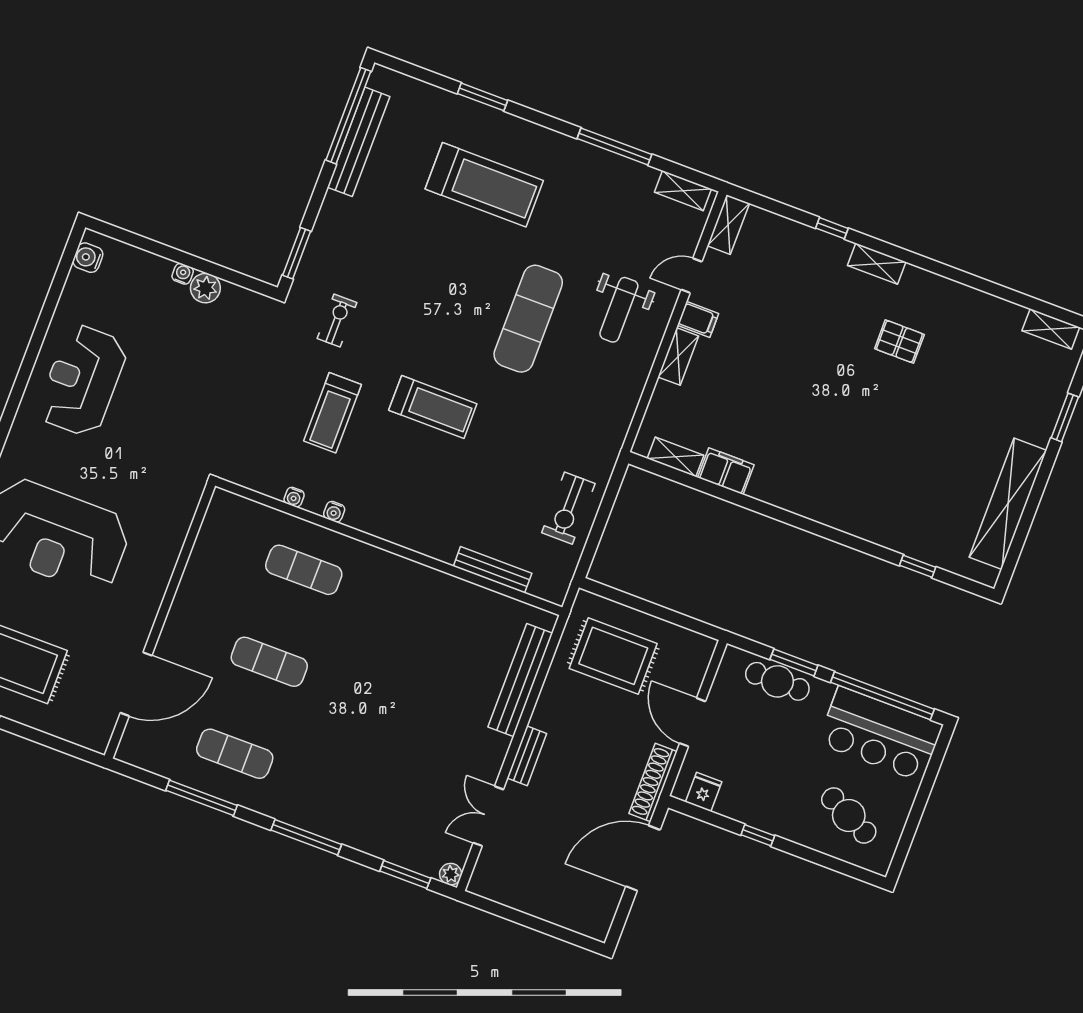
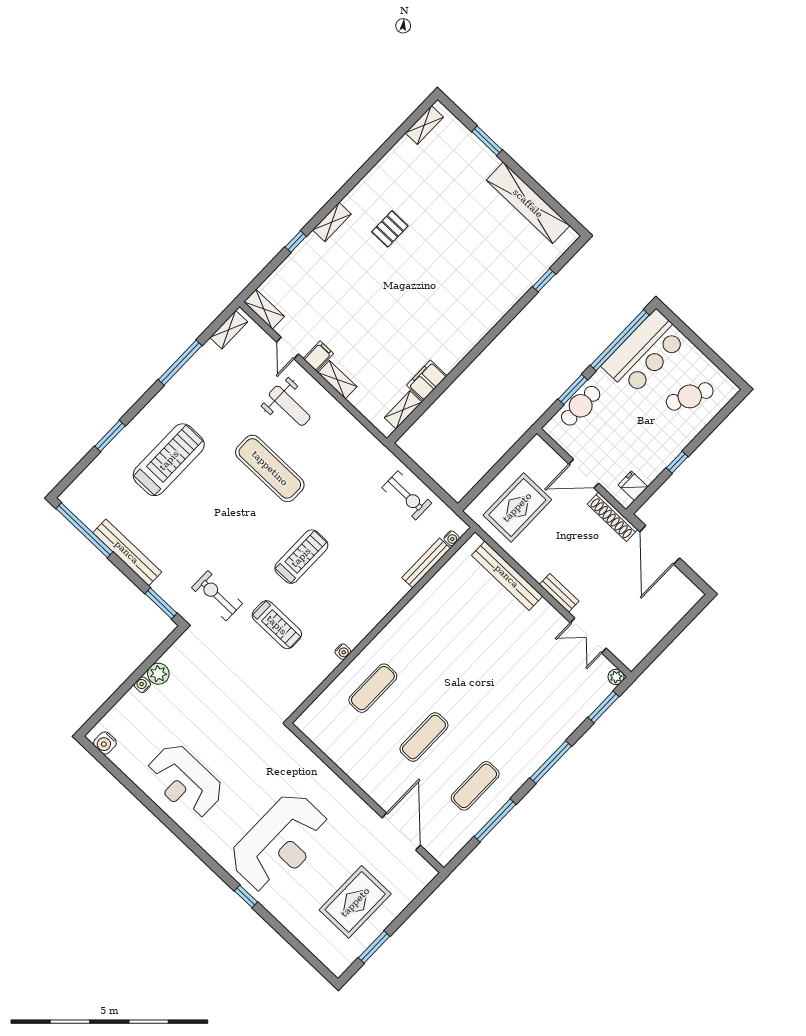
bench: (359, 142) -> (127, 552), moved
exercise bike: (337, 320) -> (217, 596), width x1.38, depth x1.39
water cooler: (294, 497) -> (452, 538), moved

